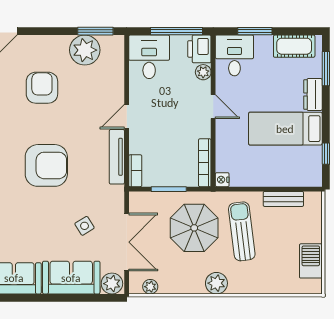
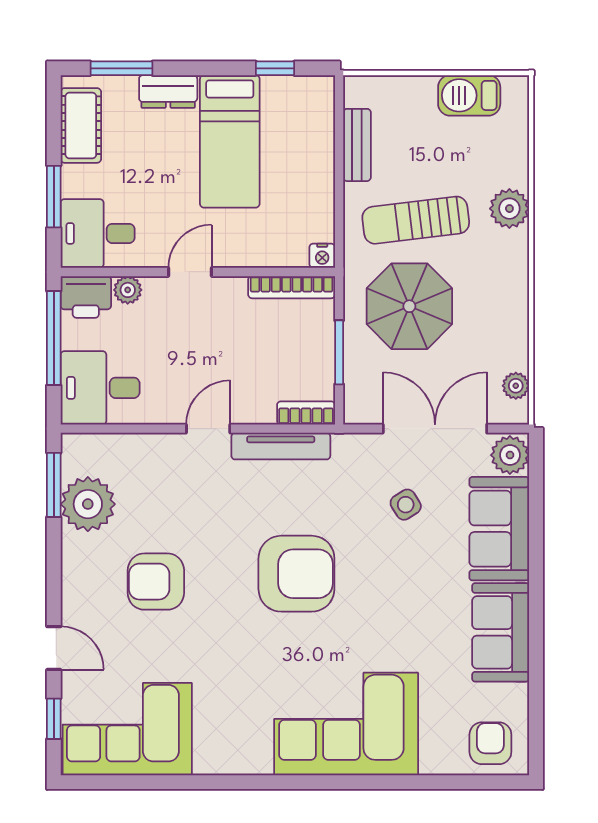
door: (127, 117) -> (208, 429), swing flipped
armchair: (46, 165) -> (296, 574), turned 90
plant: (216, 283) -> (509, 209), moved

